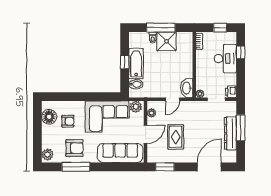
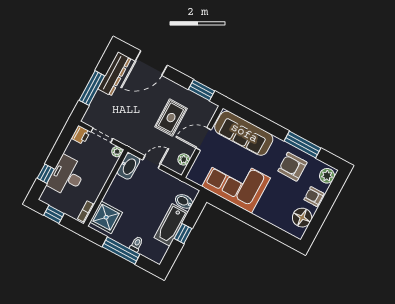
shower: (167, 41) -> (106, 217), moved
plant: (136, 107) -> (198, 176), removed
armchair: (68, 121) -> (314, 197), moved
dresser: (230, 133) -> (114, 74), moved

